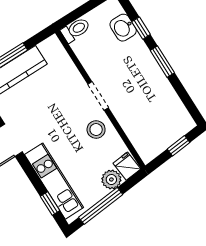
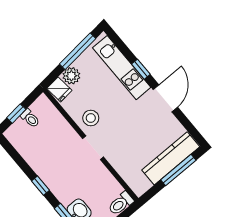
window: (162, 62) -> (41, 186), width x0.67
toilet: (164, 138) -> (30, 118), added
window: (50, 203) -> (141, 69), moved

